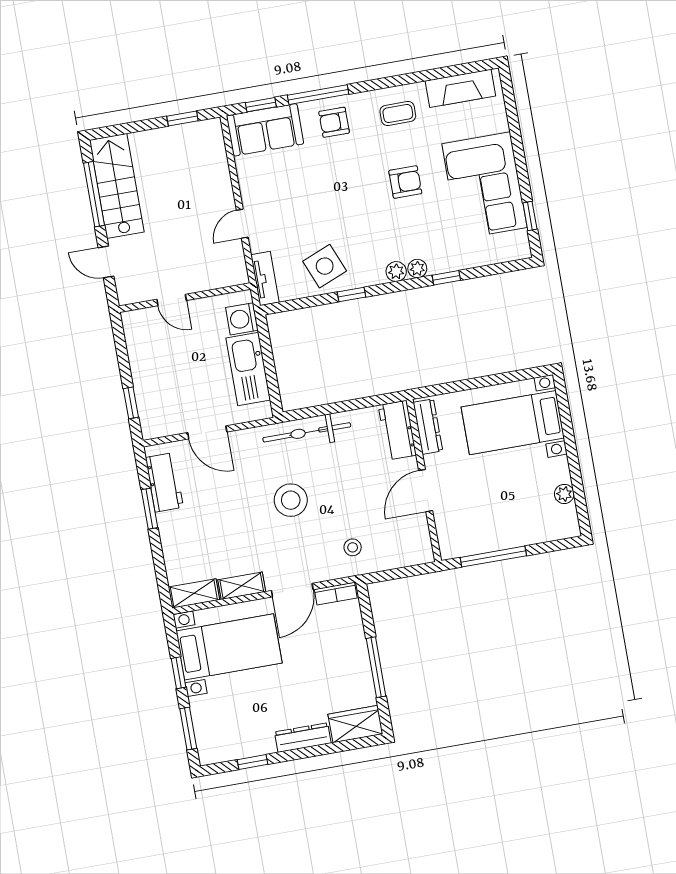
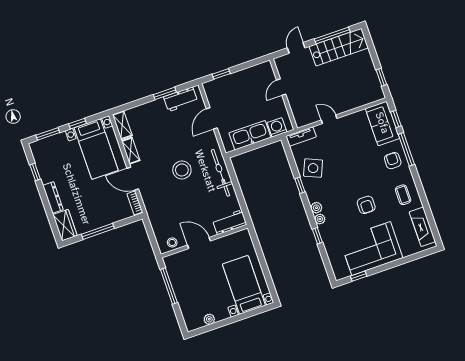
side table: (325, 266) -> (313, 168), turned 45
dresser: (428, 427) -> (234, 239), removed
stool: (353, 547) -> (172, 242), moved

